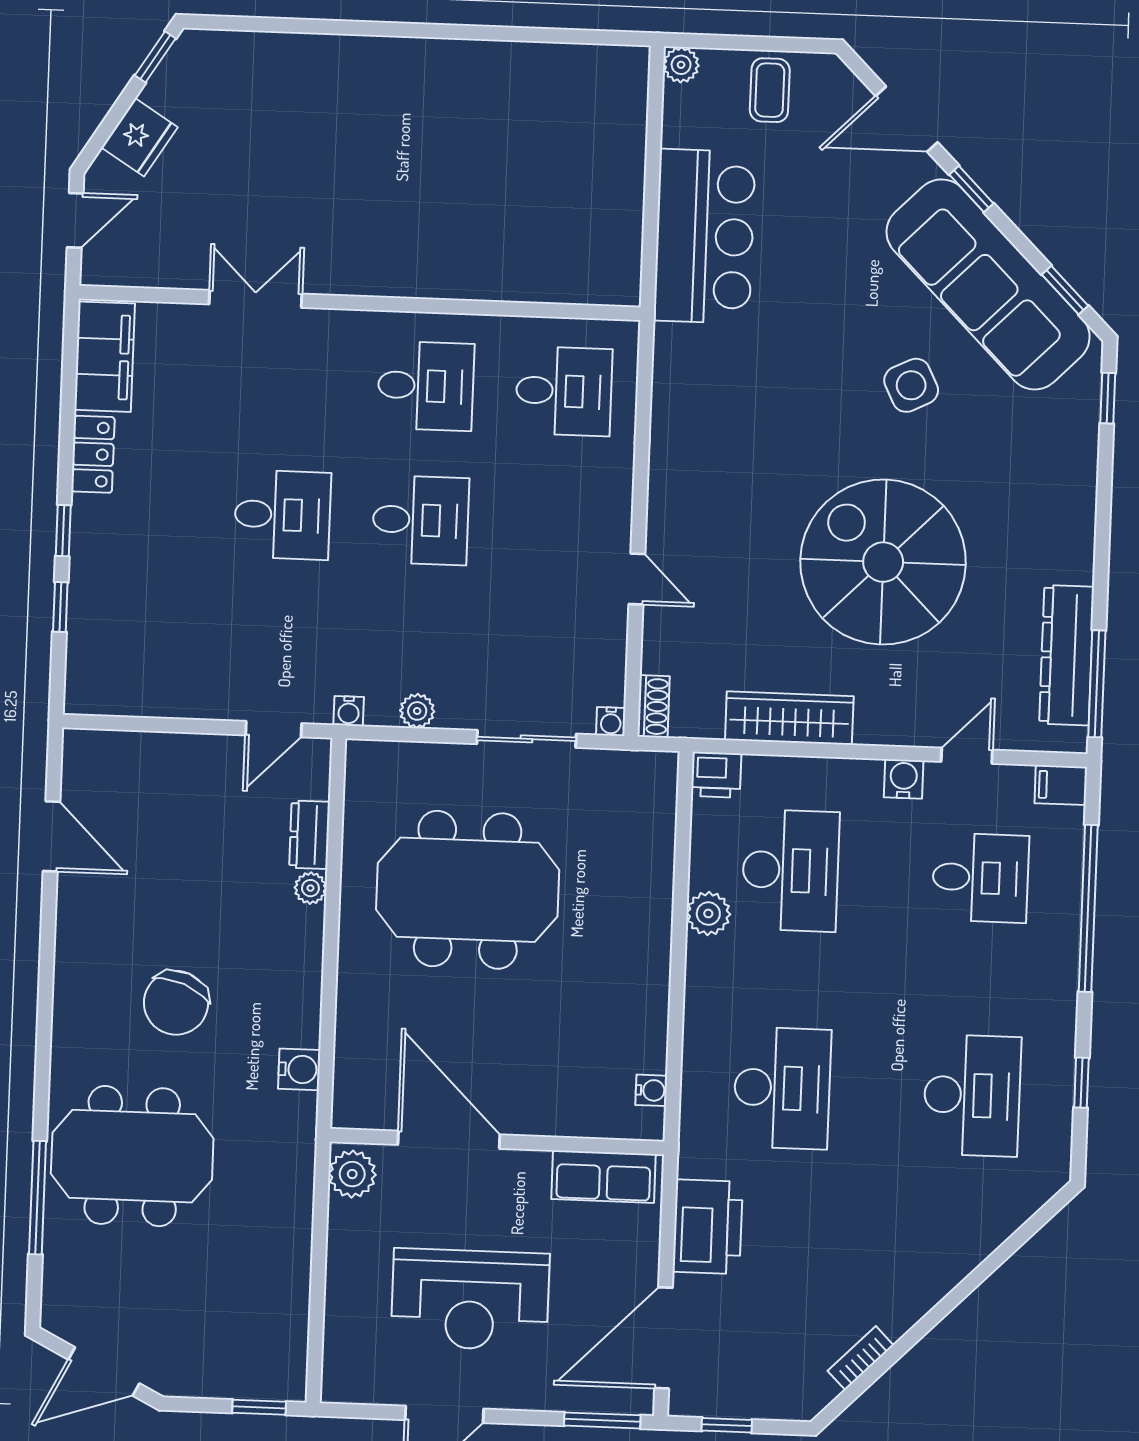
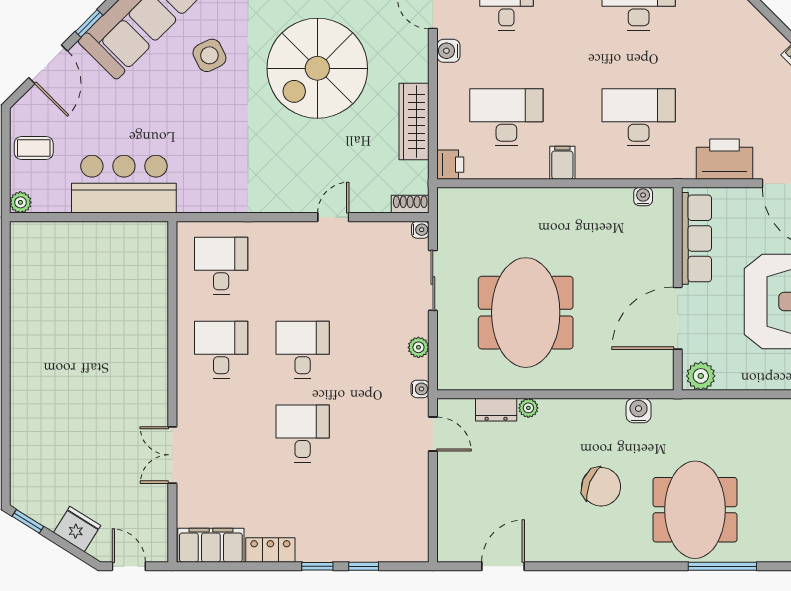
plant: (708, 914) -> (534, 166), removed
filing cabinet: (712, 960) -> (562, 163), added
row of seats: (603, 1177) -> (696, 238), width x1.48

